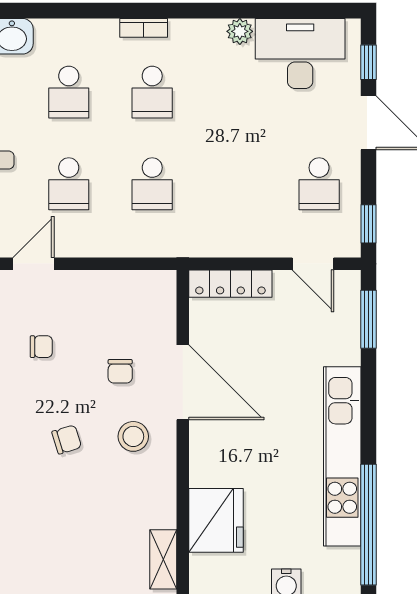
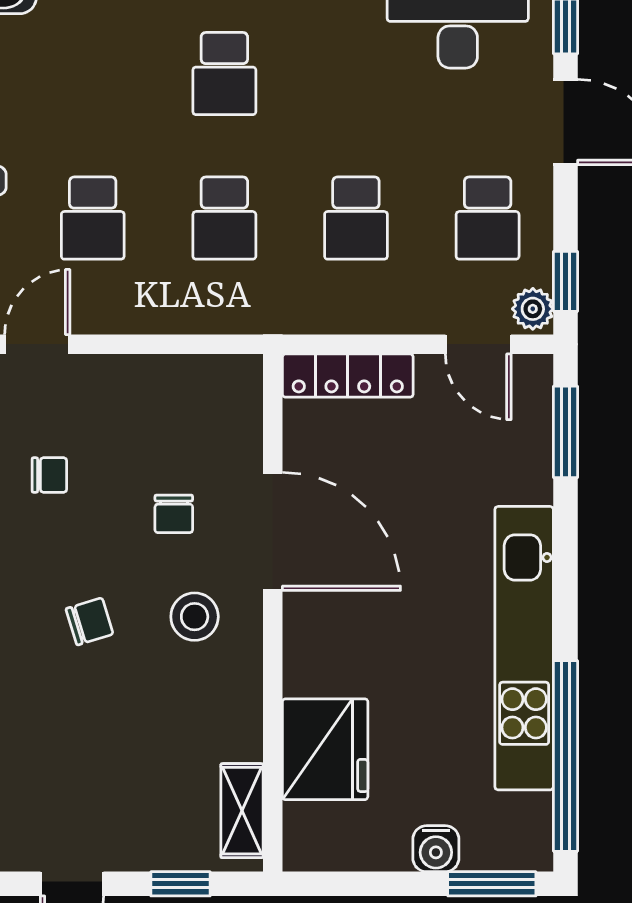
school desk: (69, 92) -> (356, 218), moved
plant: (348, 241) -> (533, 309), added

